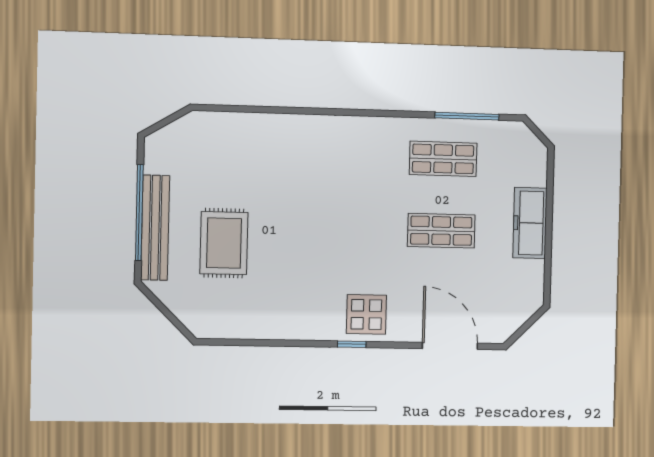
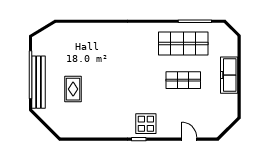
shop shelf: (443, 159) -> (183, 43), width x1.43, depth x1.36
rug: (224, 243) -> (73, 89), width x0.73, depth x0.70
door: (450, 346) -> (189, 139), width x0.53

